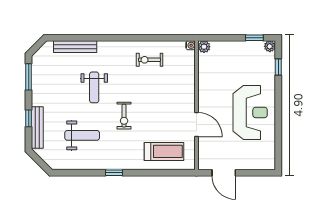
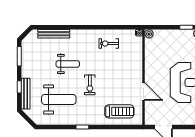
weight bench: (94, 87) -> (68, 64), turned -90
weight bench: (82, 135) -> (59, 99), width x1.36, depth x1.33

